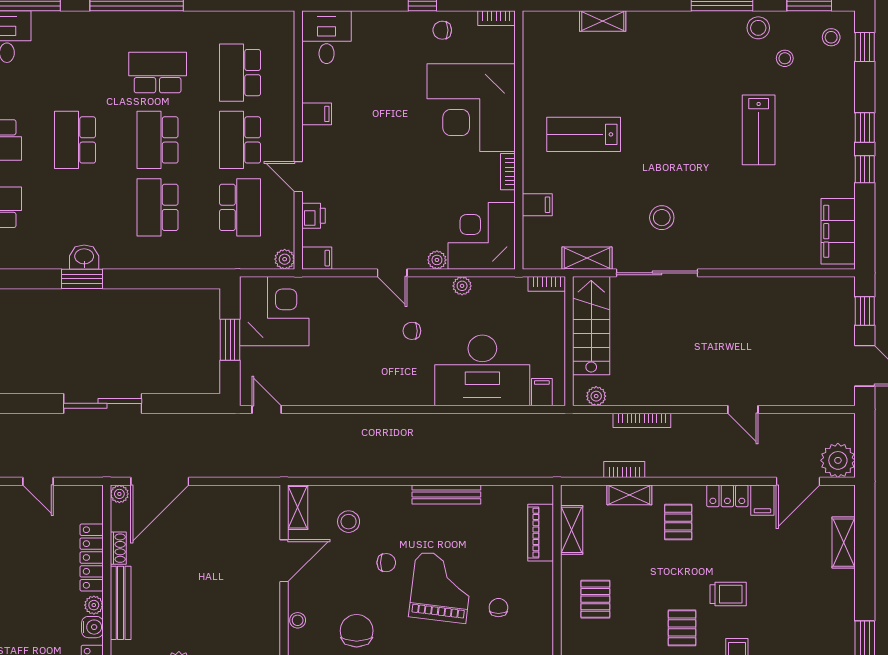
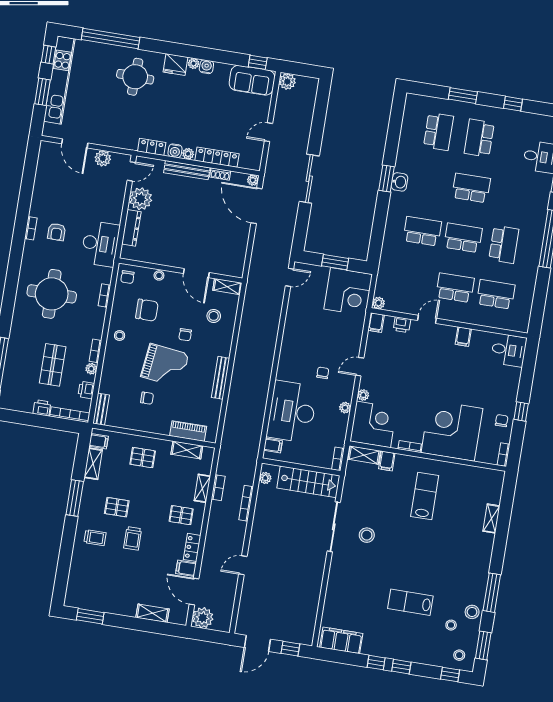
school desk: (240, 207) -> (414, 281), removed
shelving: (587, 258) -> (364, 455), moved, turned 90

